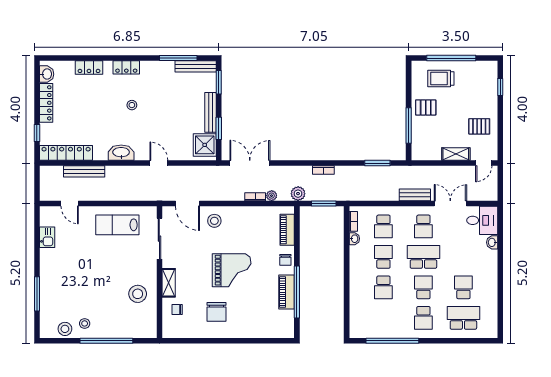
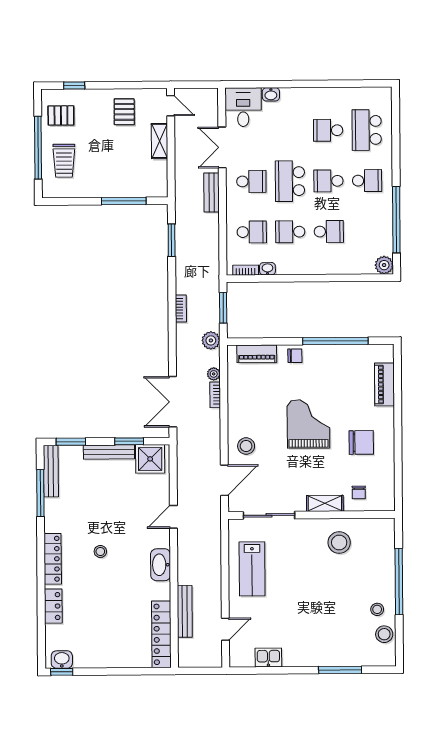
locker: (126, 67) -> (53, 559), width x1.53
locker: (46, 103) -> (98, 660), removed
pallet: (426, 107) -> (61, 115), moved, turned 90
window: (37, 133) -> (62, 672), moved
piano: (287, 292) -> (384, 384), moved, turned 90
plant: (357, 331) -> (384, 265), added

